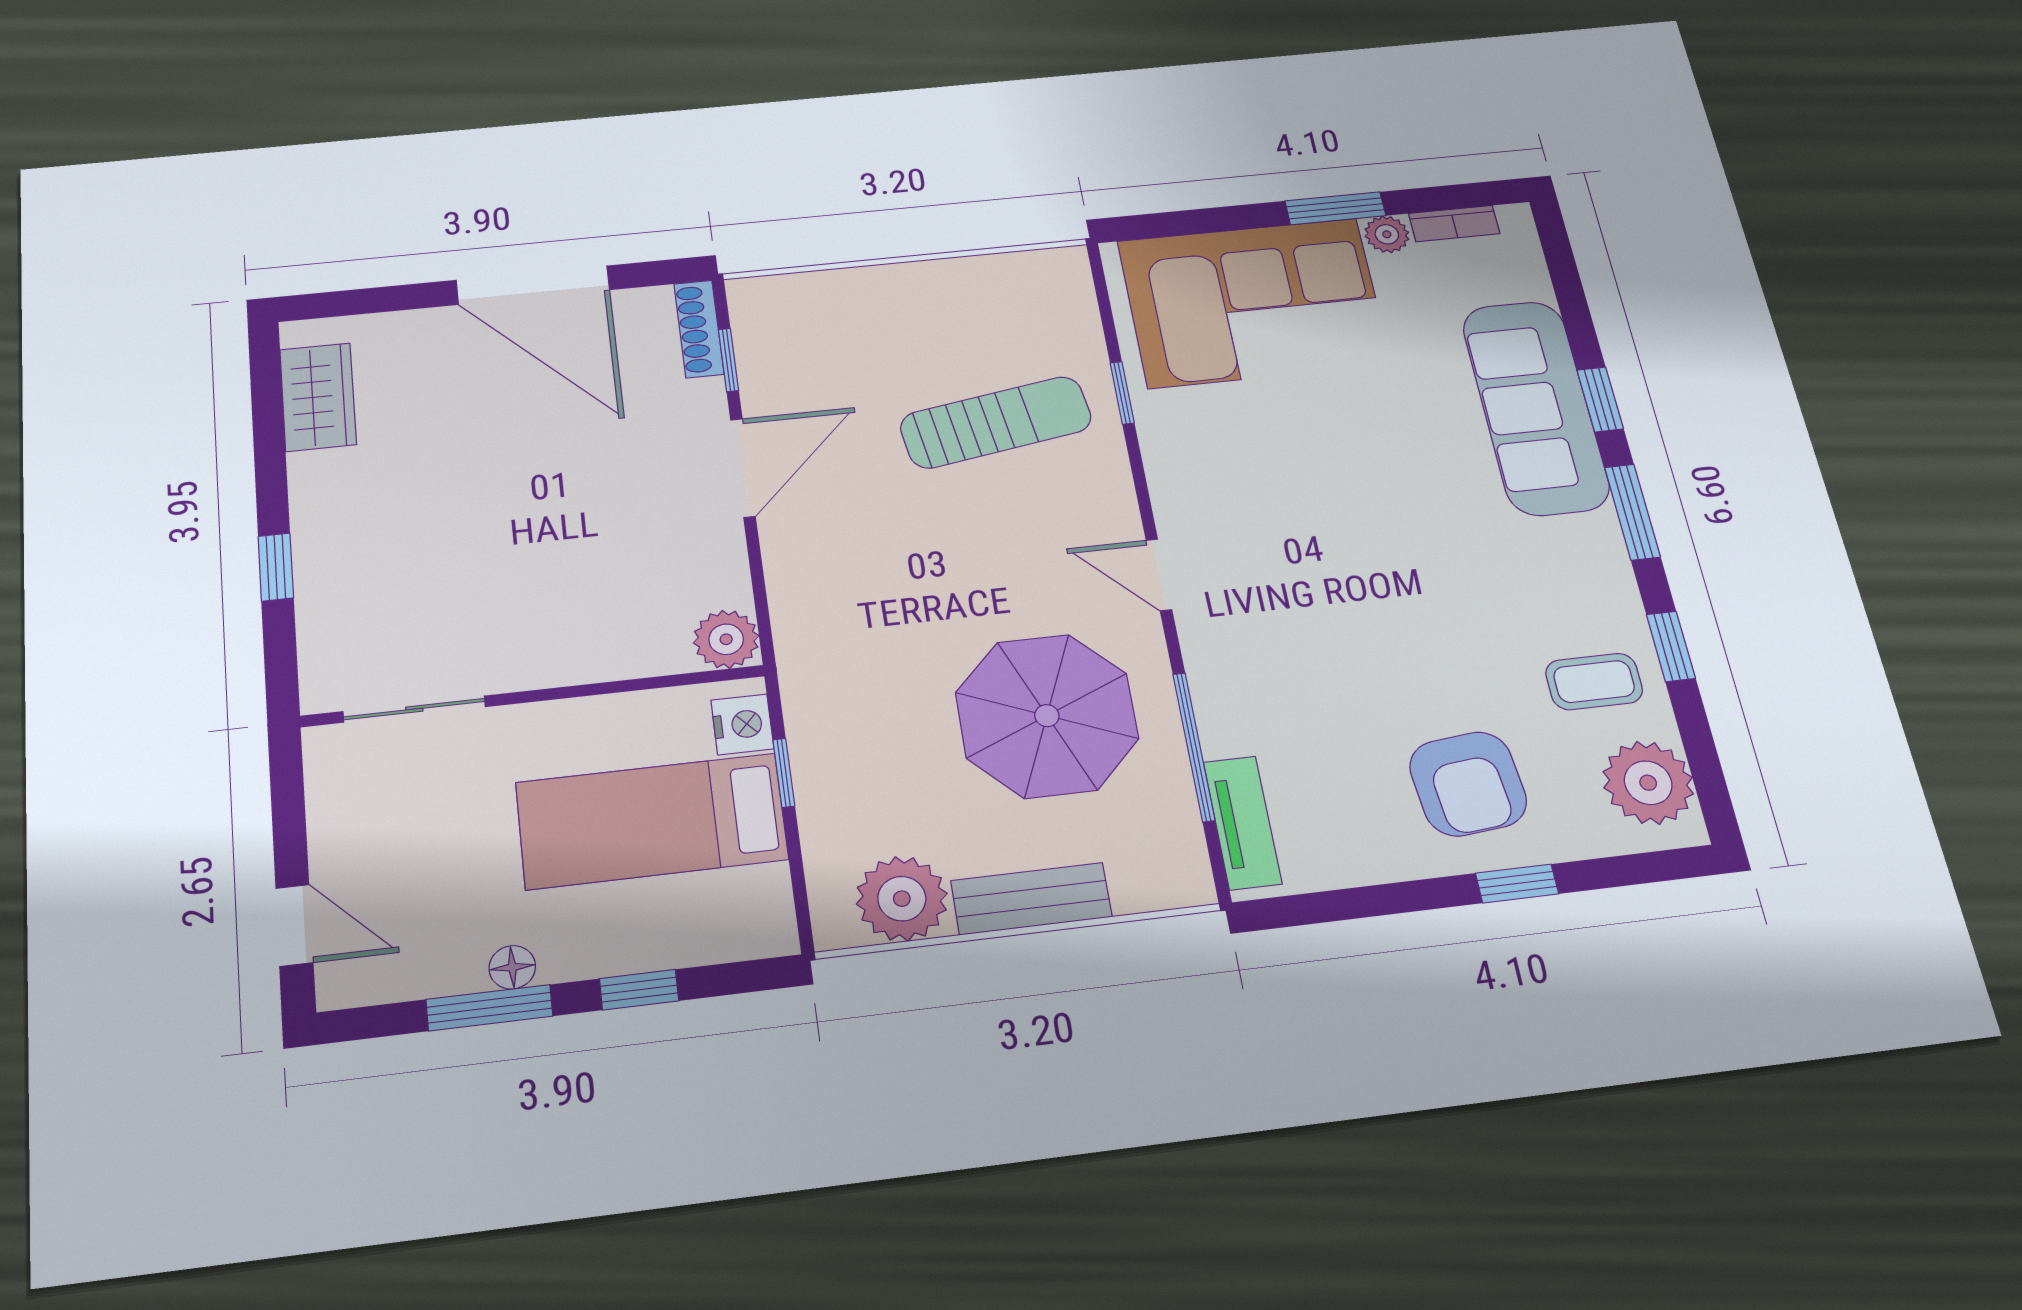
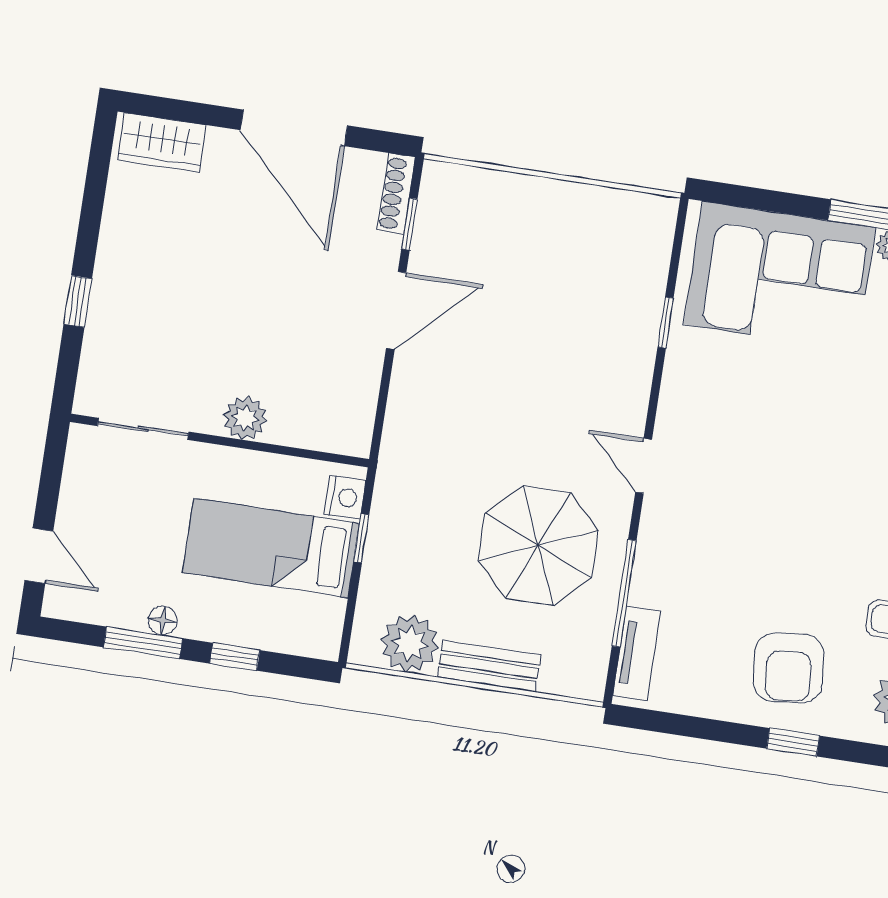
wardrobe: (318, 397) -> (162, 142), moved, turned 90
sun lounger: (996, 422) -> (574, 322), removed
plant: (726, 639) -> (245, 418), moved

